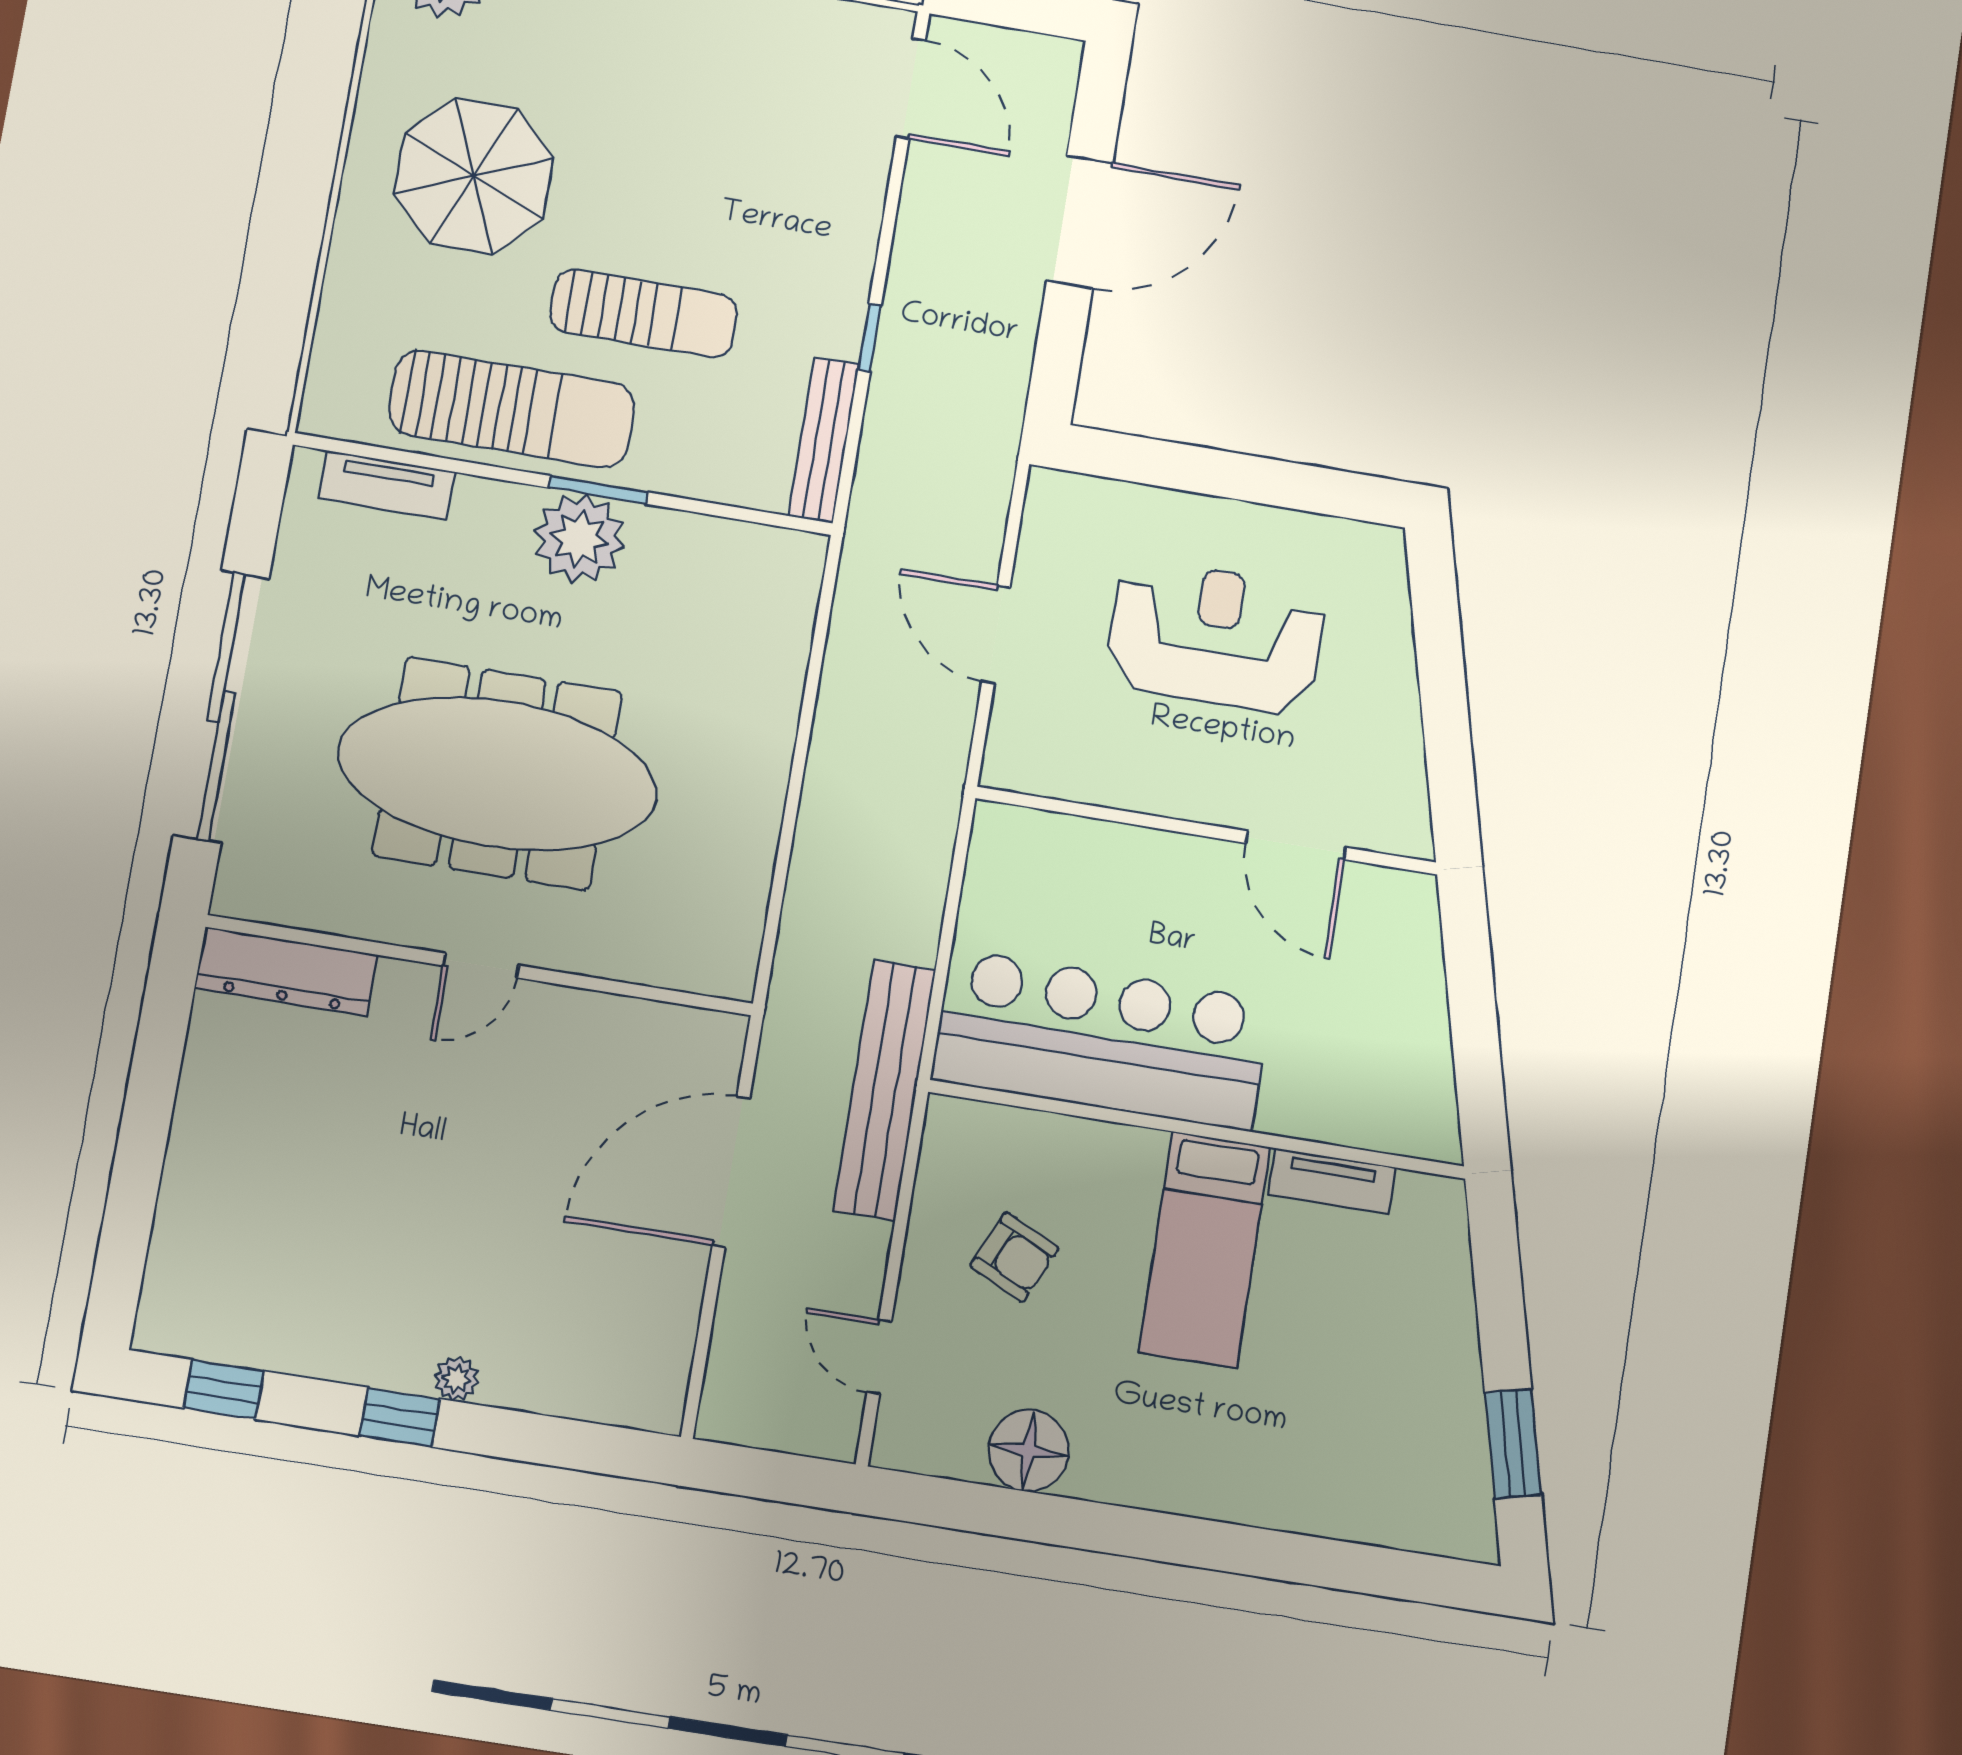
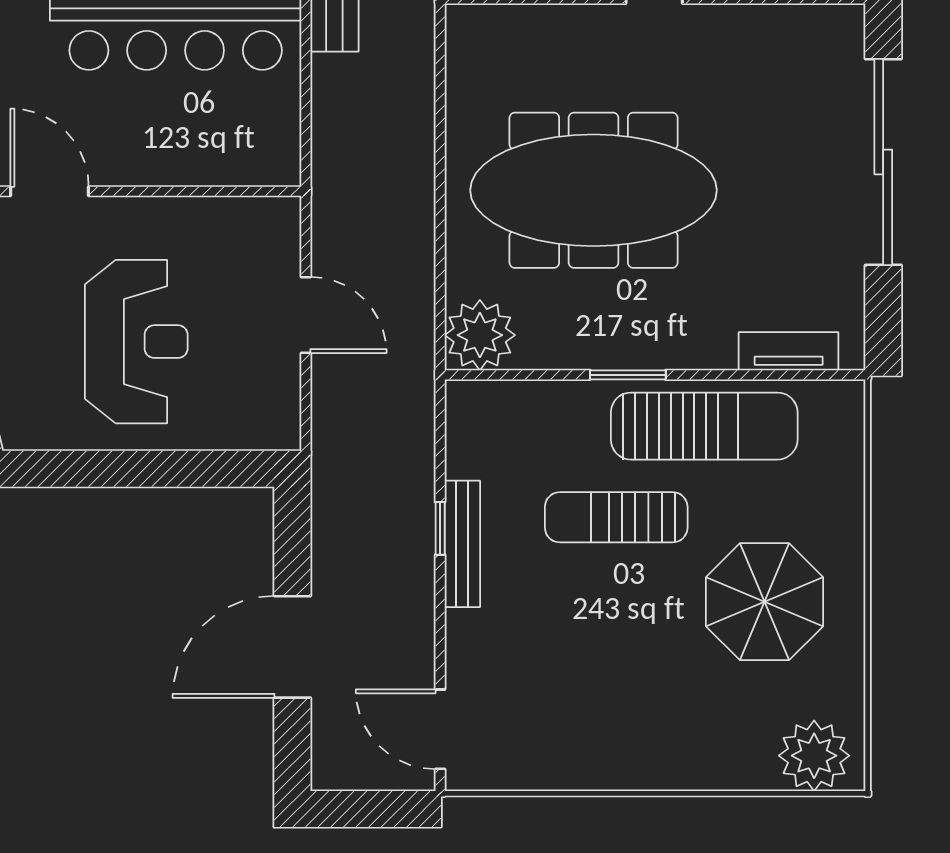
sun lounger: (512, 409) -> (704, 426), turned 180
bench: (824, 440) -> (462, 544), moved
plant: (579, 539) -> (480, 335), moved
reception desk: (1216, 637) -> (136, 342), turned -90
meeting table: (497, 774) -> (594, 190), moved

